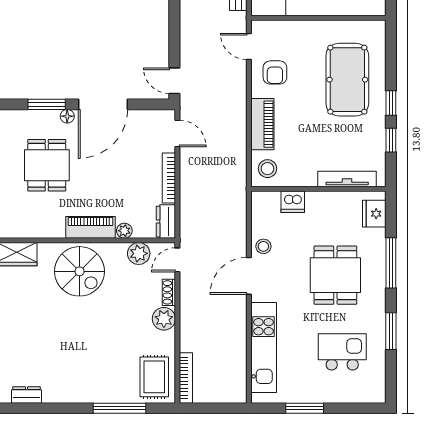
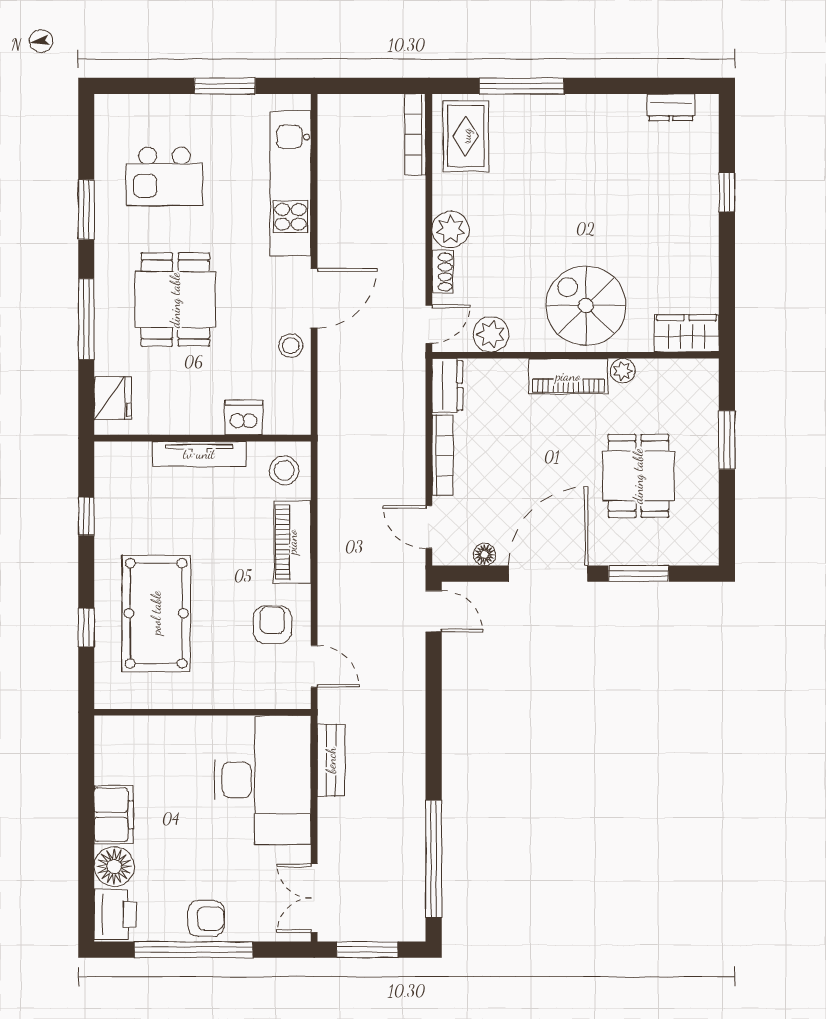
window: (391, 103) -> (86, 627), moved
floor lamp: (67, 116) -> (485, 555), moved
tv unit: (347, 179) -> (199, 454), moved
plant: (124, 231) -> (623, 371), moved

